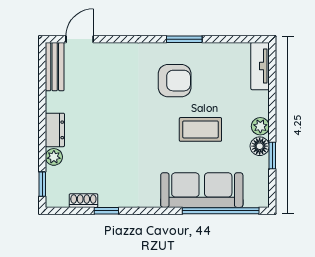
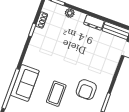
dresser: (55, 130) -> (94, 22), moved
sofa: (202, 190) -> (25, 83), width x0.73

